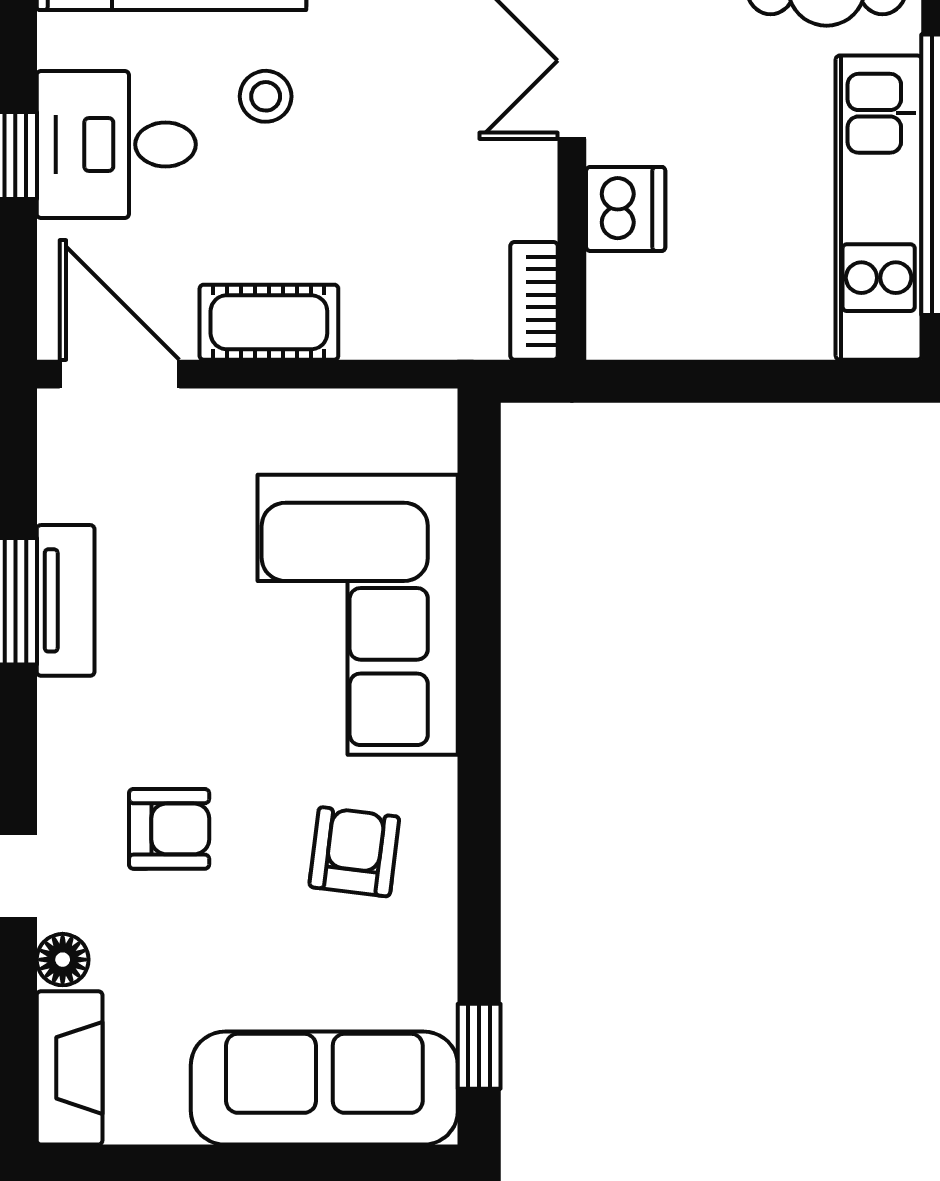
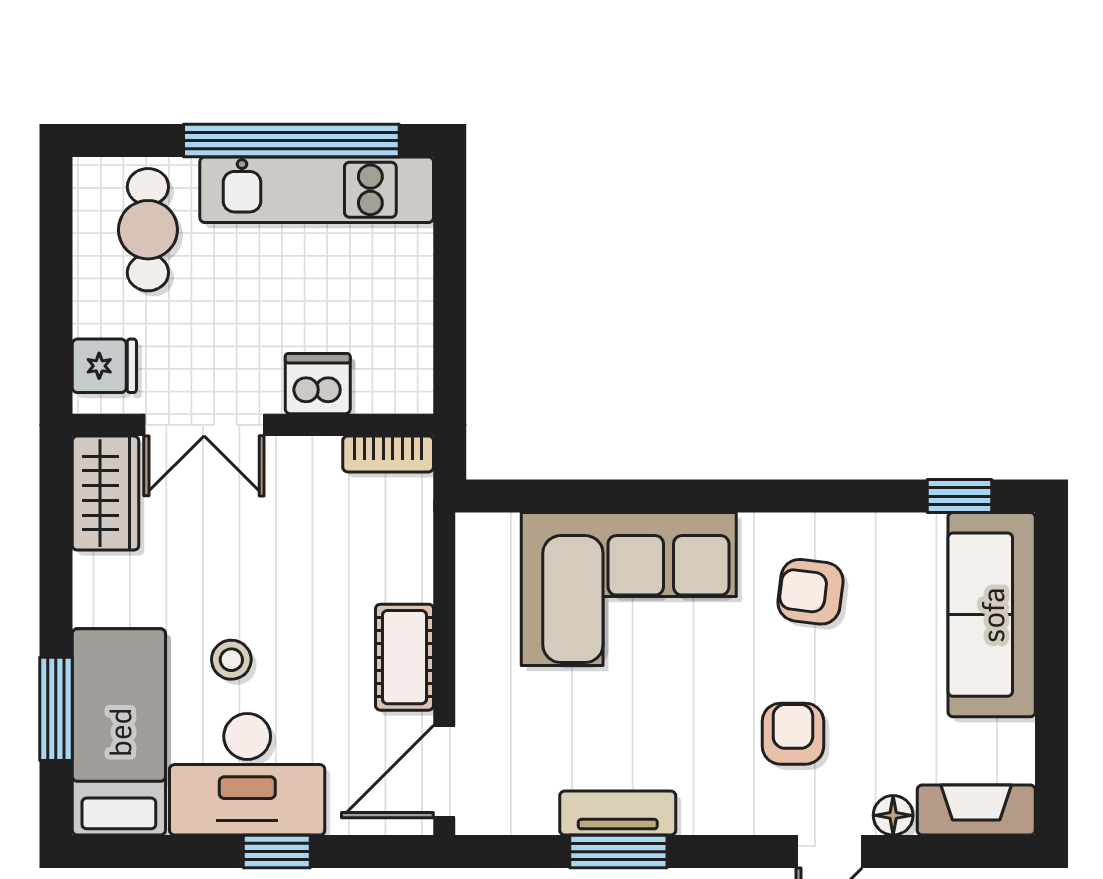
desk: (116, 144) -> (247, 774), width x1.37

